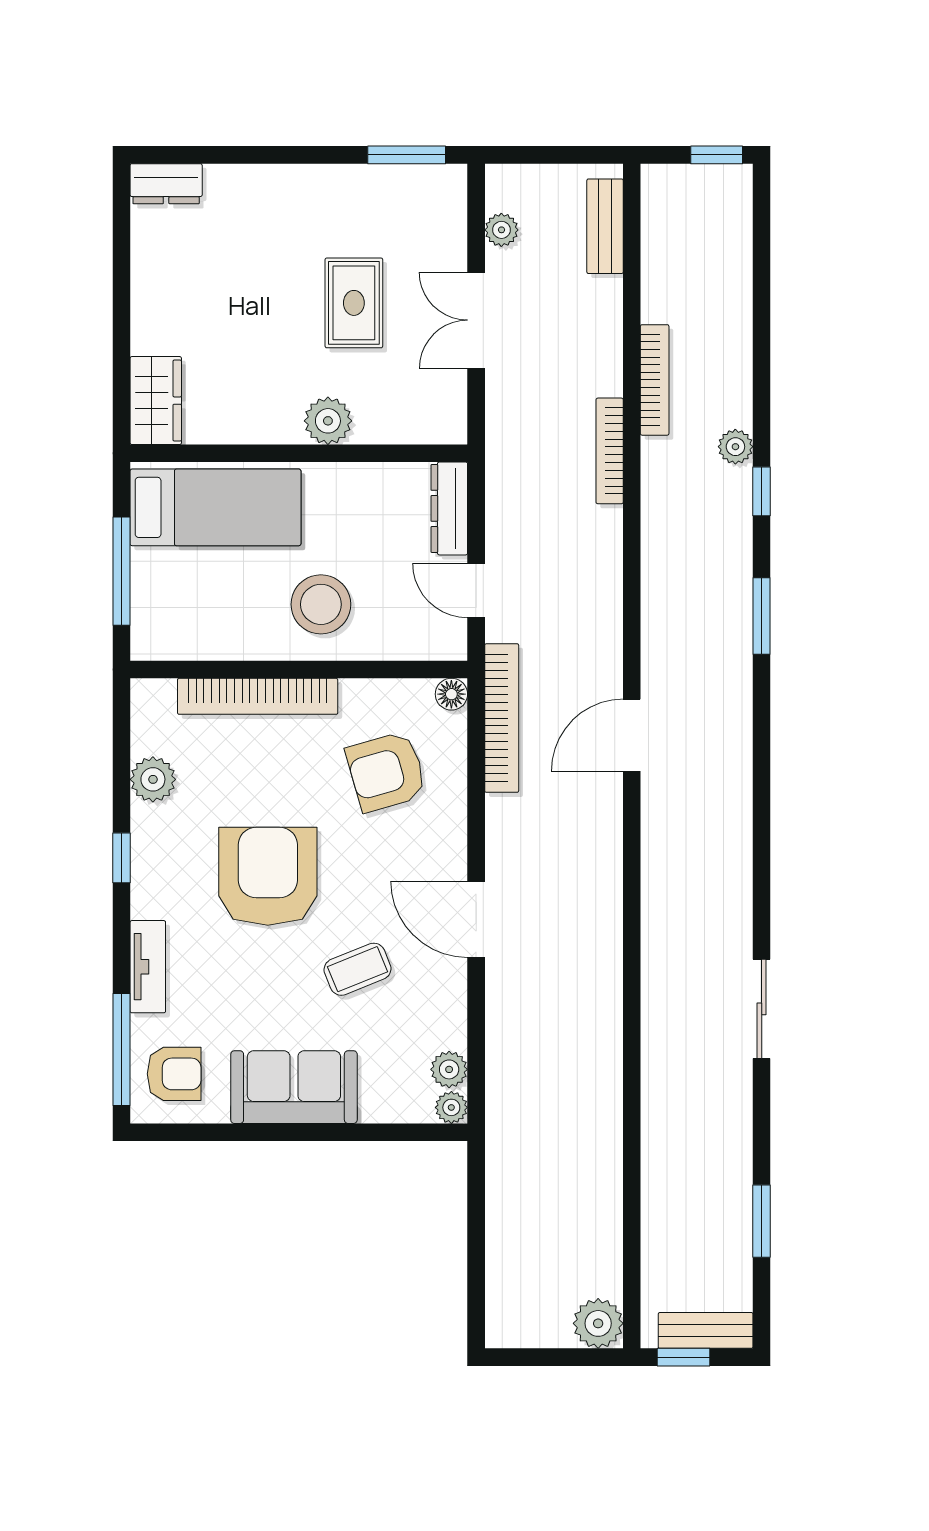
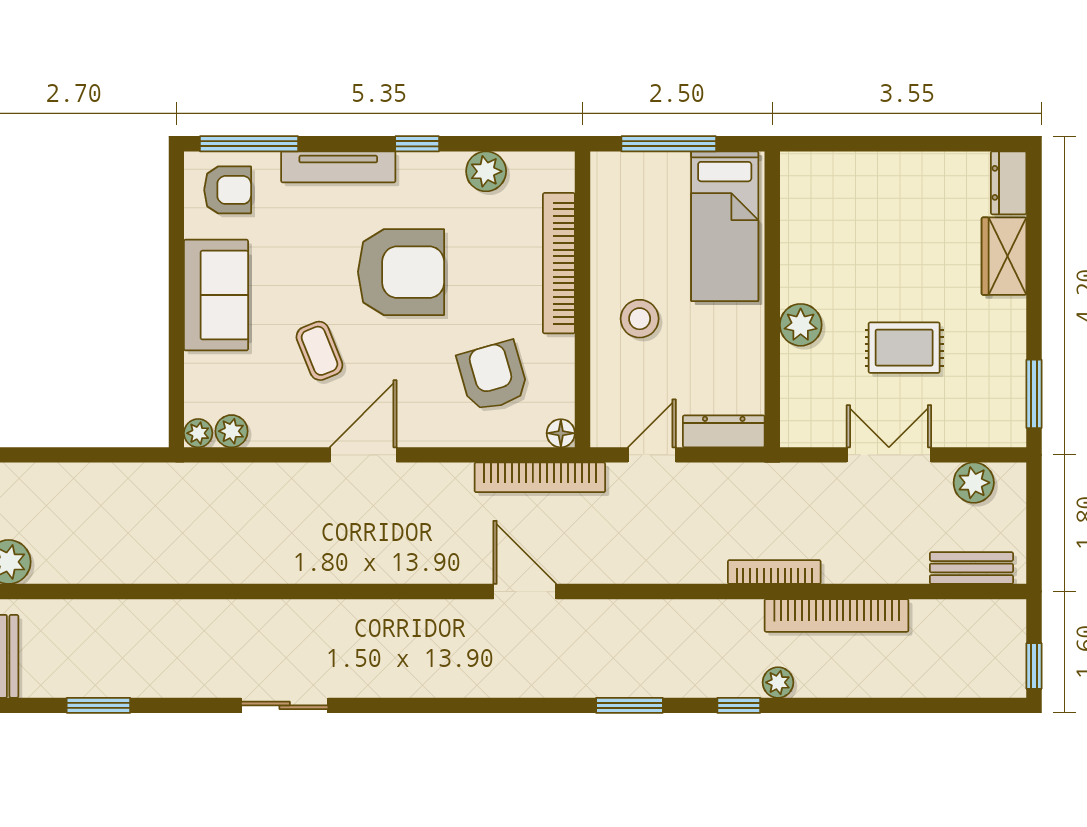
plant: (501, 230) -> (974, 483), width x1.38, depth x1.38
bookcase: (655, 380) -> (837, 615), width x1.48, depth x1.31
wardrobe: (156, 401) -> (1004, 256), moved, turned 90
stool: (321, 604) -> (640, 319), width x0.73, depth x0.73
tv unit: (148, 967) -> (338, 167), width x1.41
armchair: (174, 1074) -> (228, 190), turned -90

